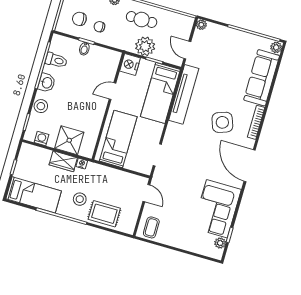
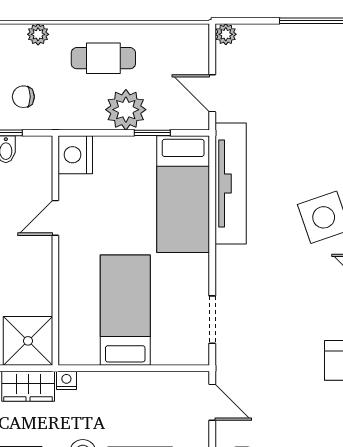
nightstand: (130, 65) -> (75, 155), moved
door: (112, 91) -> (55, 218), moved
wall: (108, 106) -> (55, 251), moved

